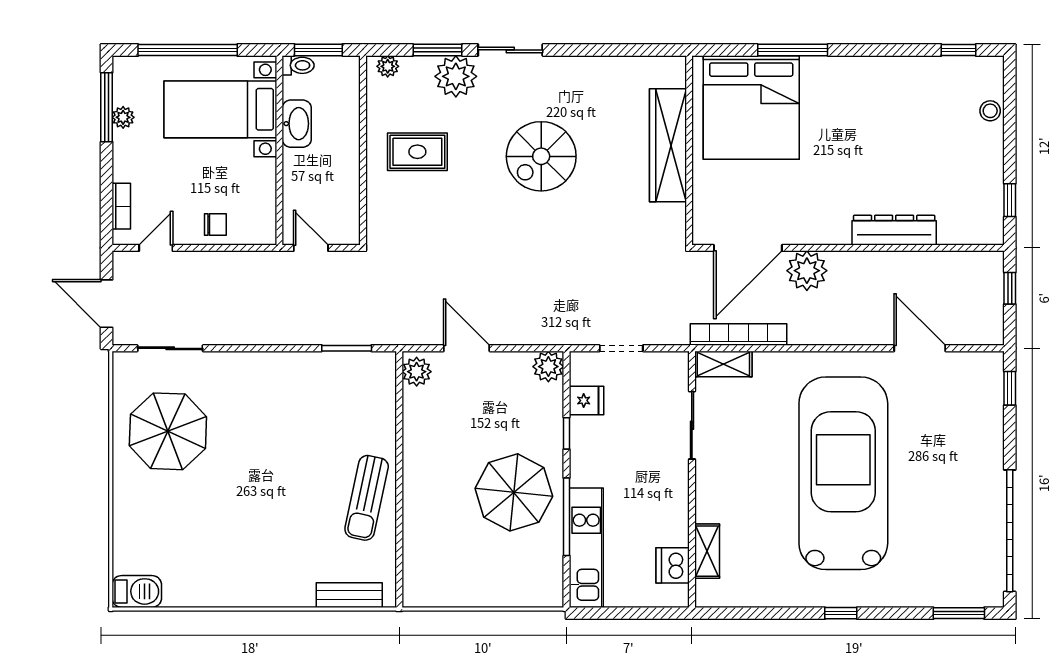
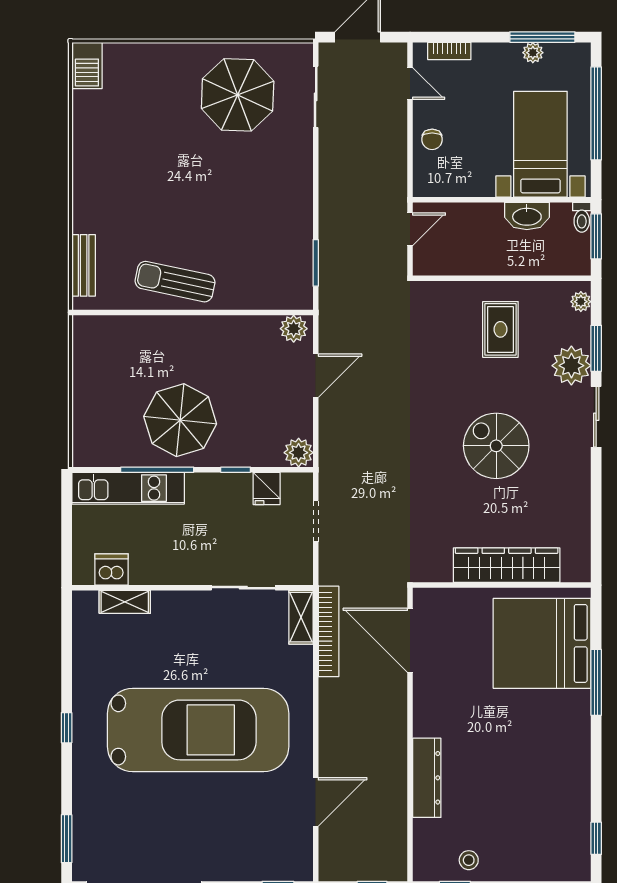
stool: (990, 111) -> (469, 860), moved
plant: (807, 271) -> (389, 696), removed

